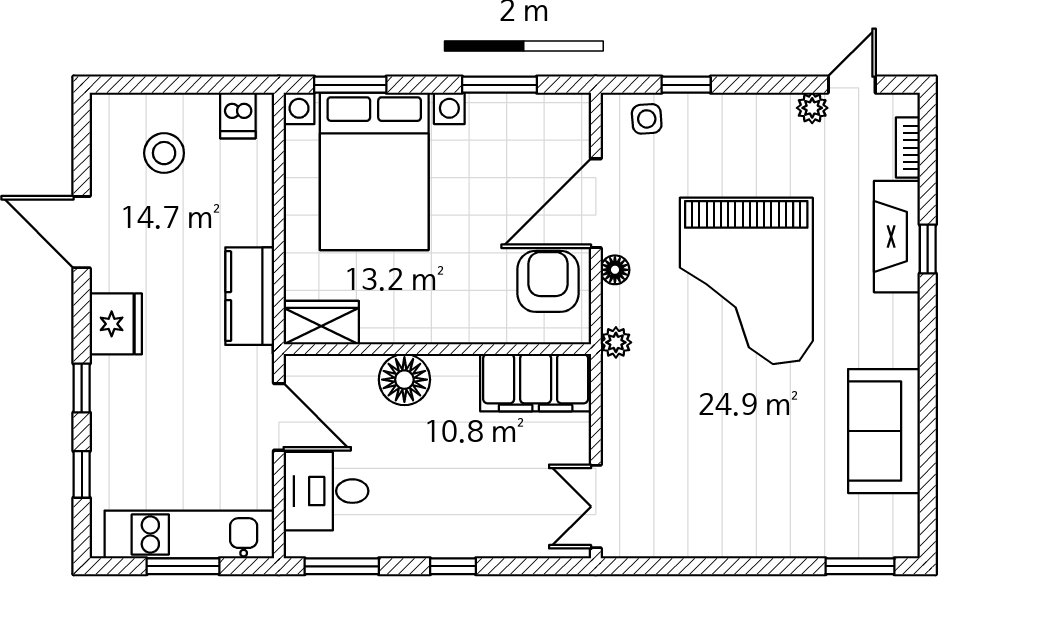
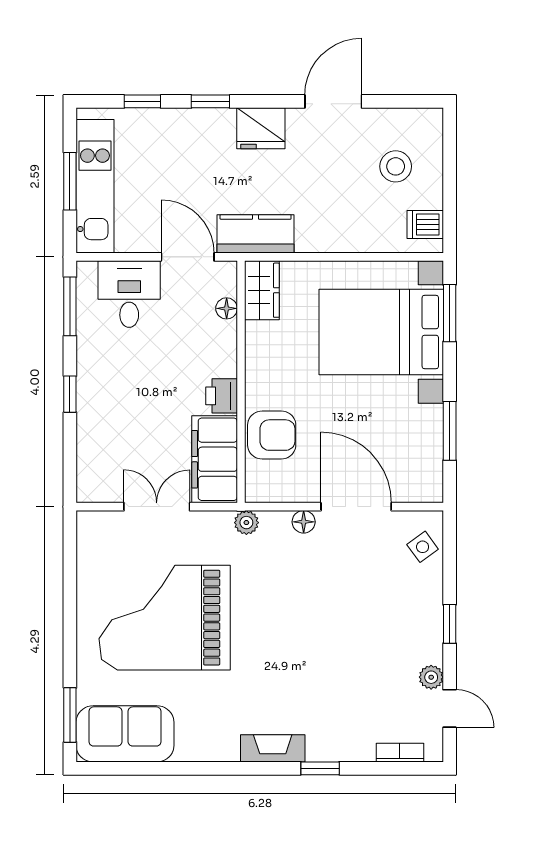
window: (686, 85) -> (450, 624), moved
side table: (647, 119) -> (423, 547), turned -32
fireplace: (897, 237) -> (273, 748), moved, width x0.73, depth x0.76
armchair: (548, 281) -> (272, 435), moved
grand piano: (746, 281) -> (165, 618), moved
kitchen counter: (250, 296) -> (256, 234), moved
printer: (455, 374) -> (222, 396), added
floor lamp: (404, 380) -> (227, 308), moved, width x0.53, depth x0.53
door: (279, 417) -> (188, 257), swing flipped
sofa: (884, 431) -> (125, 734), moved
double door: (596, 507) -> (157, 507), moved

